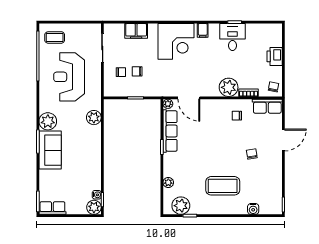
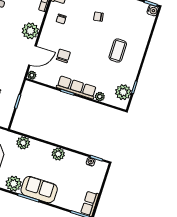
plant: (229, 87) -> (30, 31), moved
chair: (199, 130) -> (63, 56), added
row of seats: (170, 131) -> (76, 87), moved
coffee table: (223, 186) -> (118, 51), width x0.73, depth x0.76
plant: (94, 207) -> (58, 154), moved
water cooler: (253, 209) -> (153, 10), moved

